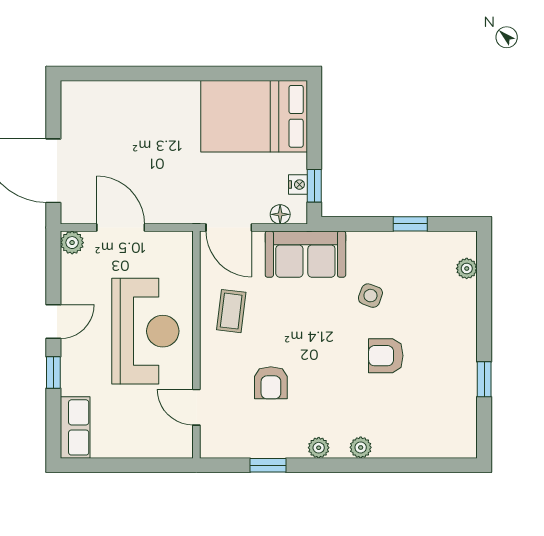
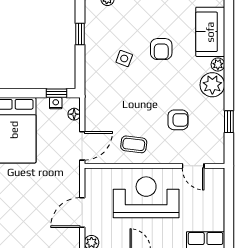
sofa: (305, 254) -> (210, 32), moved, turned 180
door: (196, 407) -> (193, 166), hinge flipped
plant: (319, 448) -> (212, 85), width x1.88, depth x1.88

